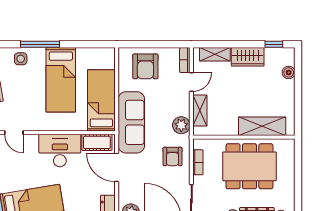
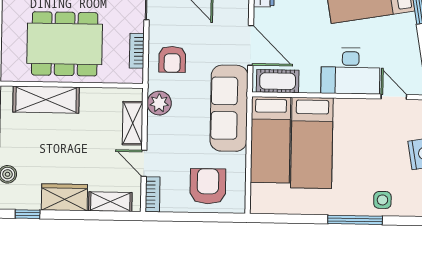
bed: (61, 80) -> (312, 143), moved, turned 180
door: (191, 82) -> (144, 163), hinge flipped
desk: (60, 151) -> (350, 71), moved
armchair: (172, 157) -> (172, 59), turned 180

